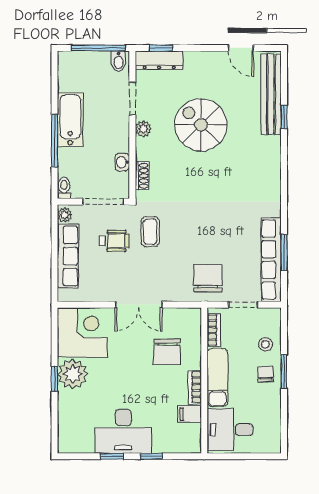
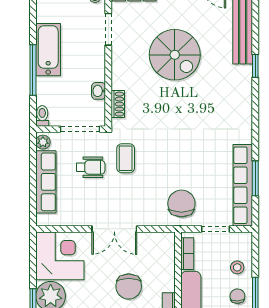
window: (284, 117) -> (255, 66), moved
spiral stairs: (201, 125) -> (175, 55), turned 180
plant: (143, 129) -> (119, 59), removed
chair: (167, 352) -> (129, 286), moved

